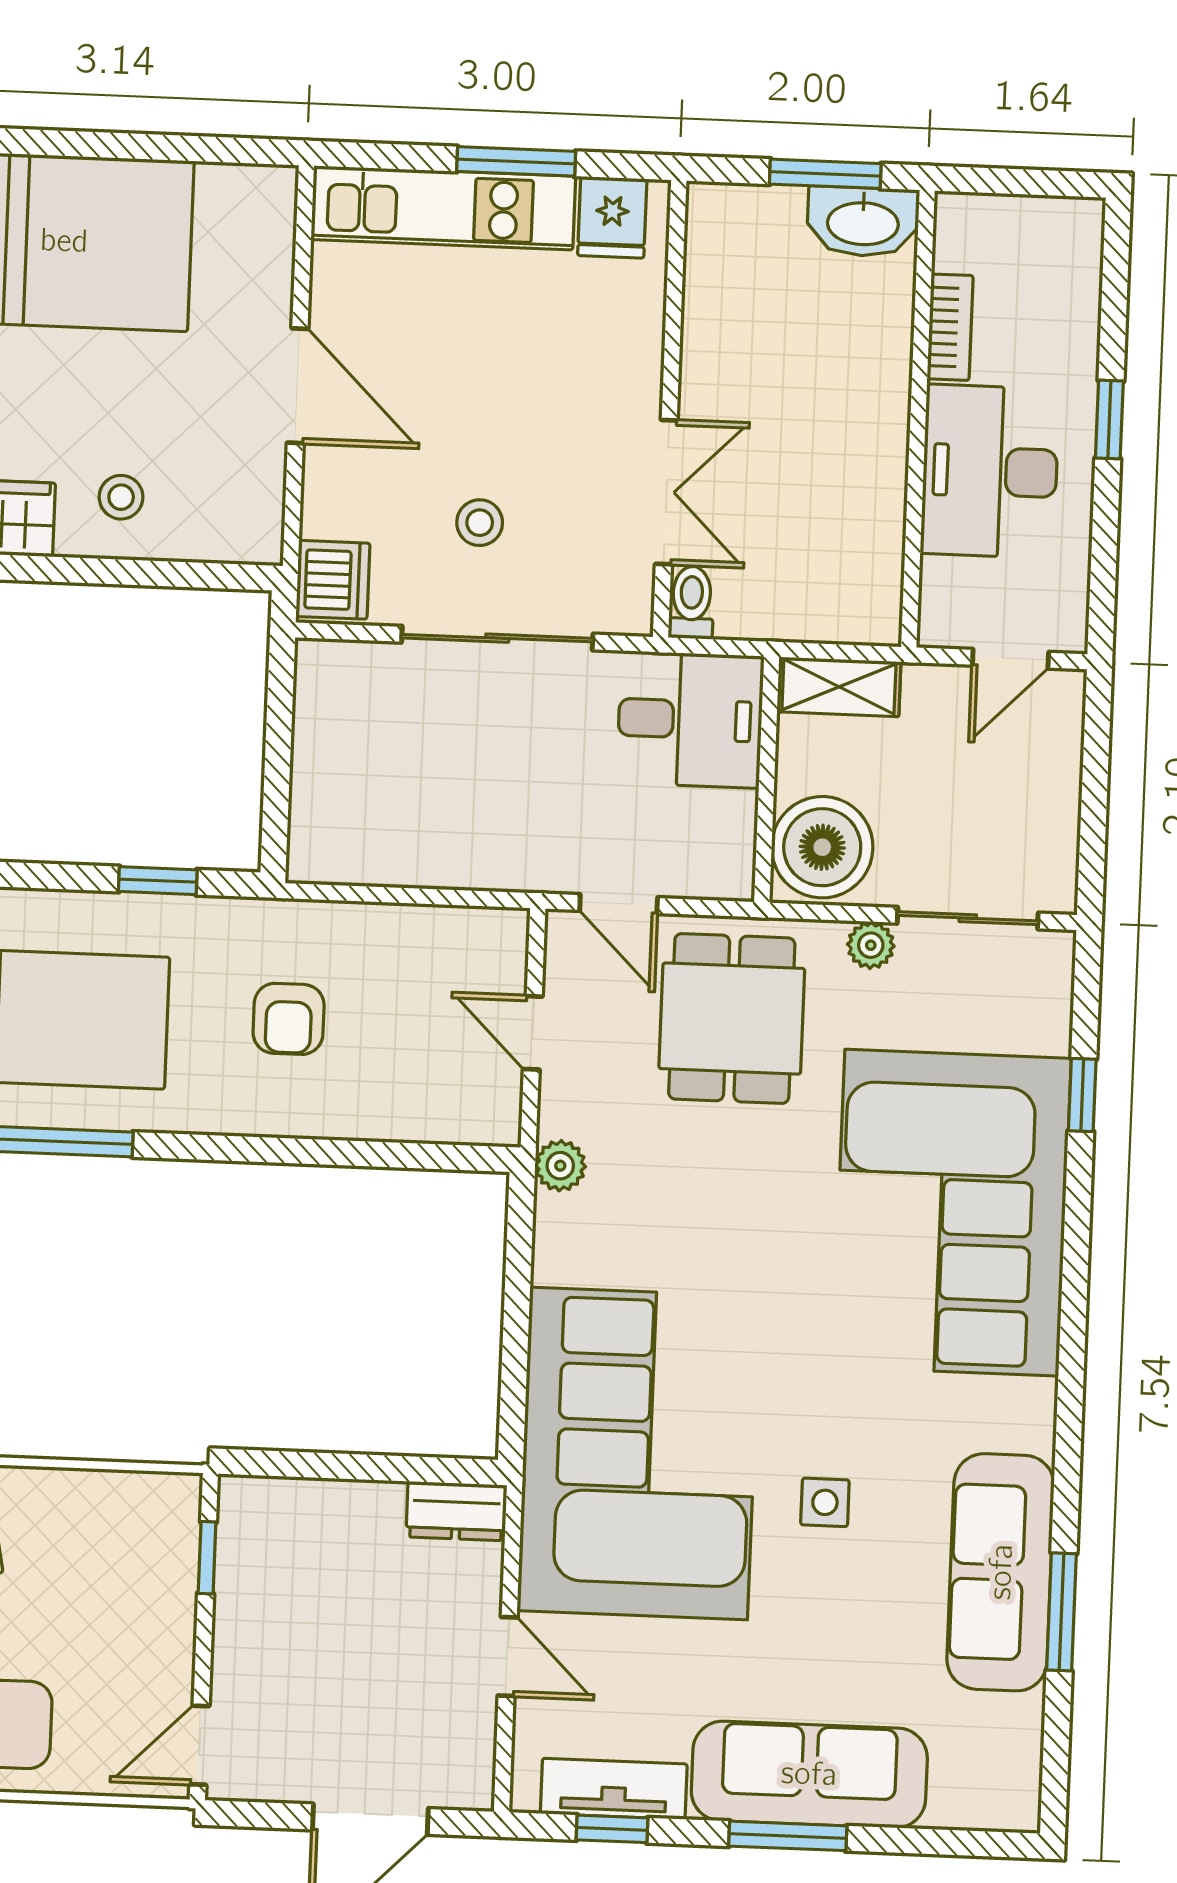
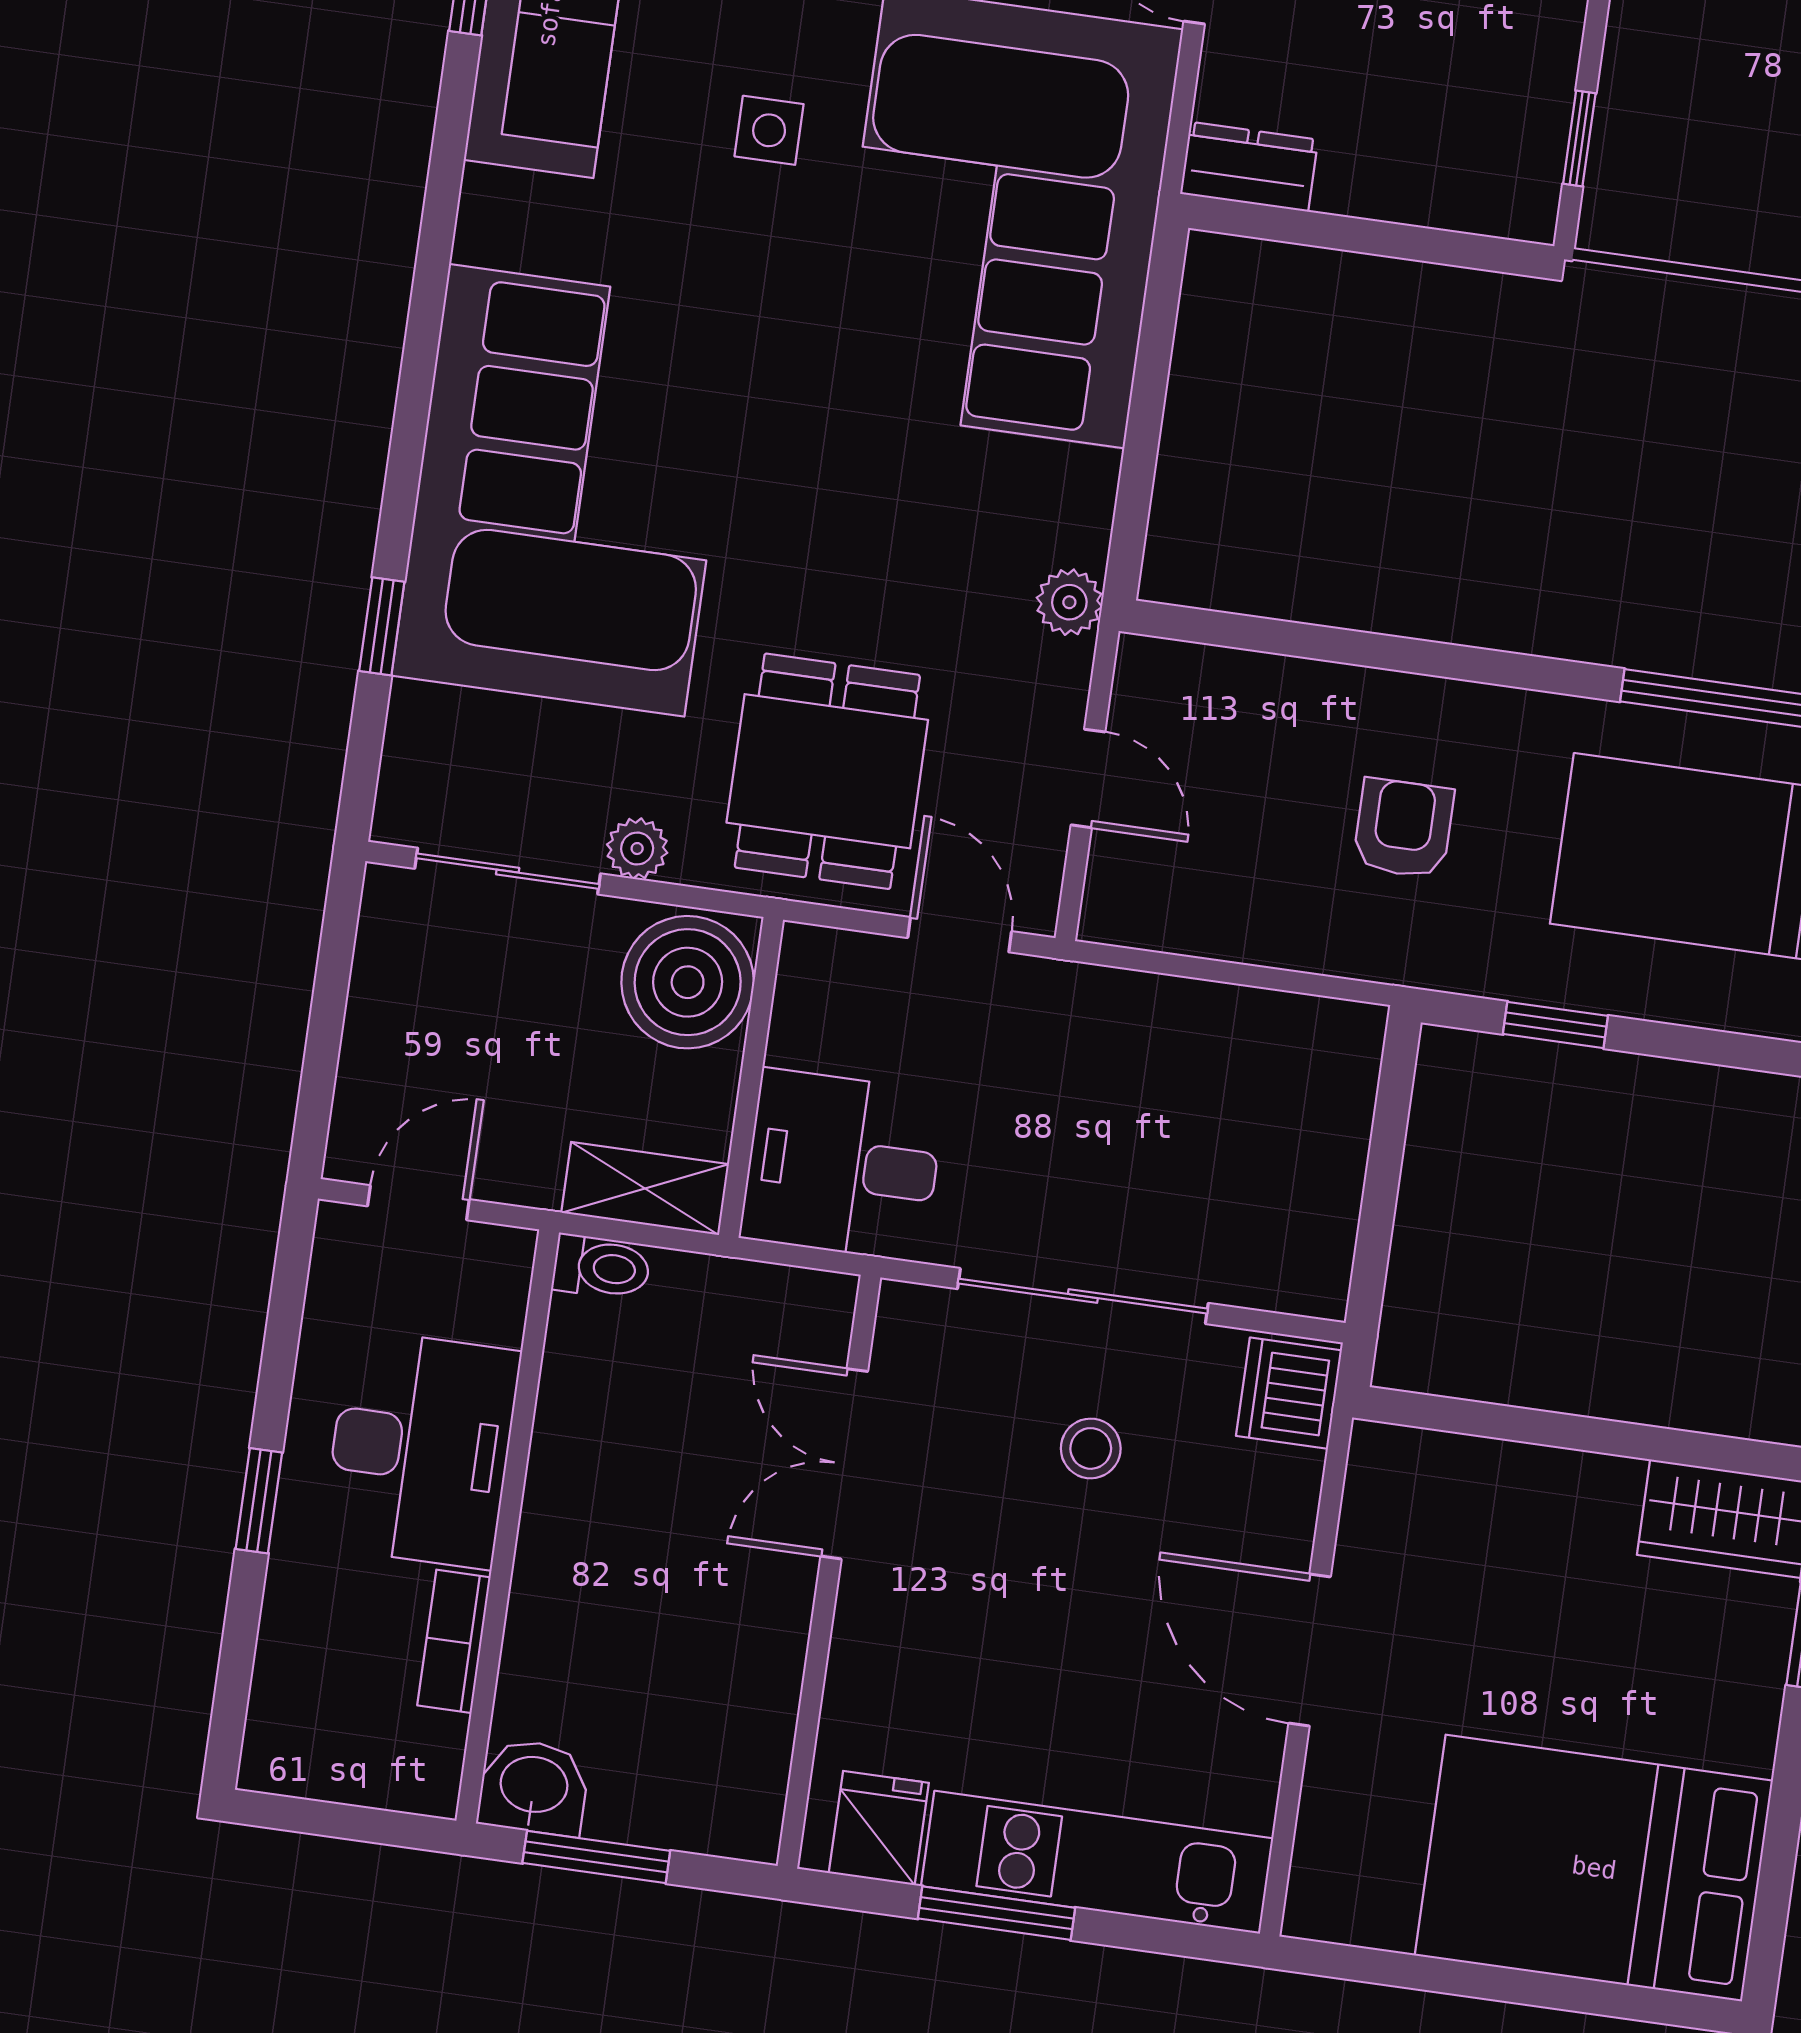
washbasin: (863, 222) -> (534, 1787), width x0.72
stool: (121, 497) -> (1553, 1528), removed
toilet: (691, 602) -> (601, 1267), moved, turned -90

